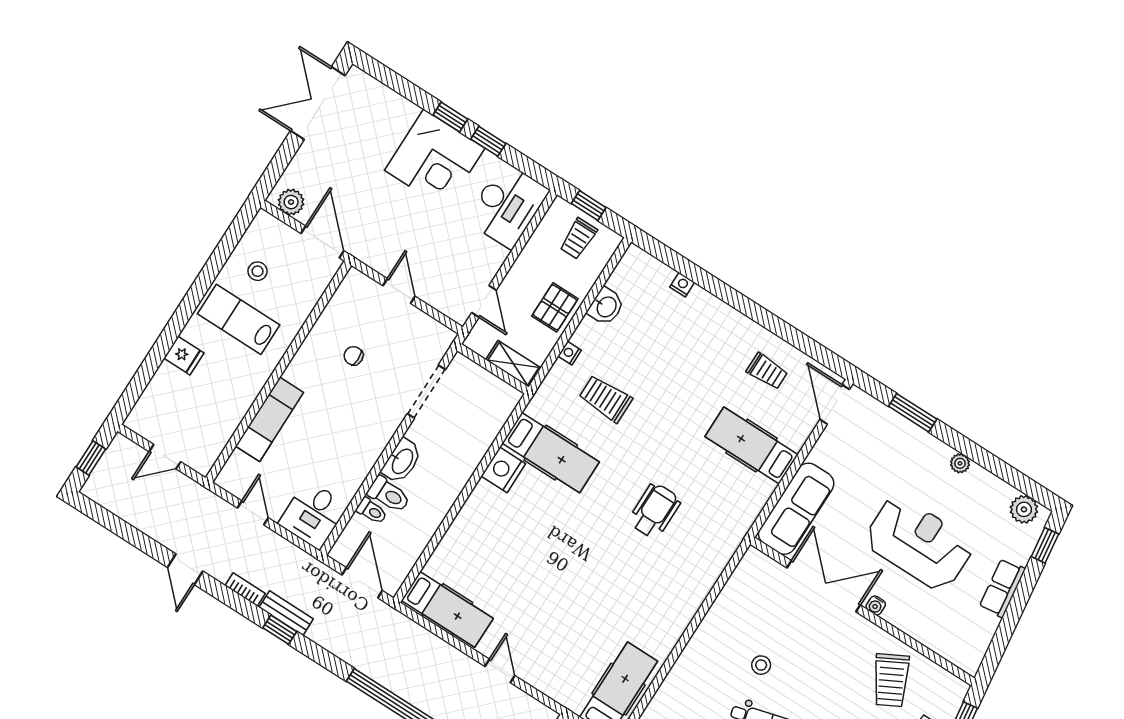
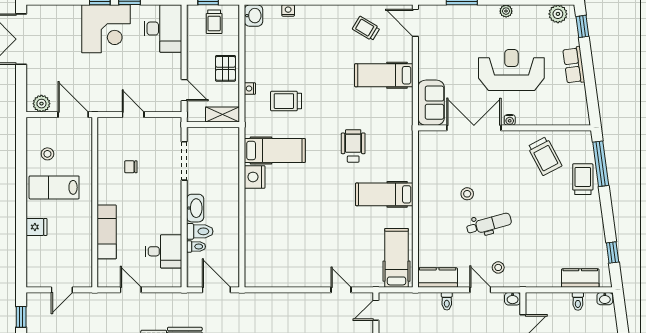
washbasin: (606, 306) -> (254, 16), moved
trolley: (767, 371) -> (366, 28), turned -149
sofa: (796, 509) -> (431, 103), width x0.73
desk: (313, 514) -> (163, 251), moved, turned -90
hospital bed: (447, 609) -> (384, 194), moved, turned 180
door: (500, 671) -> (341, 290), moved

